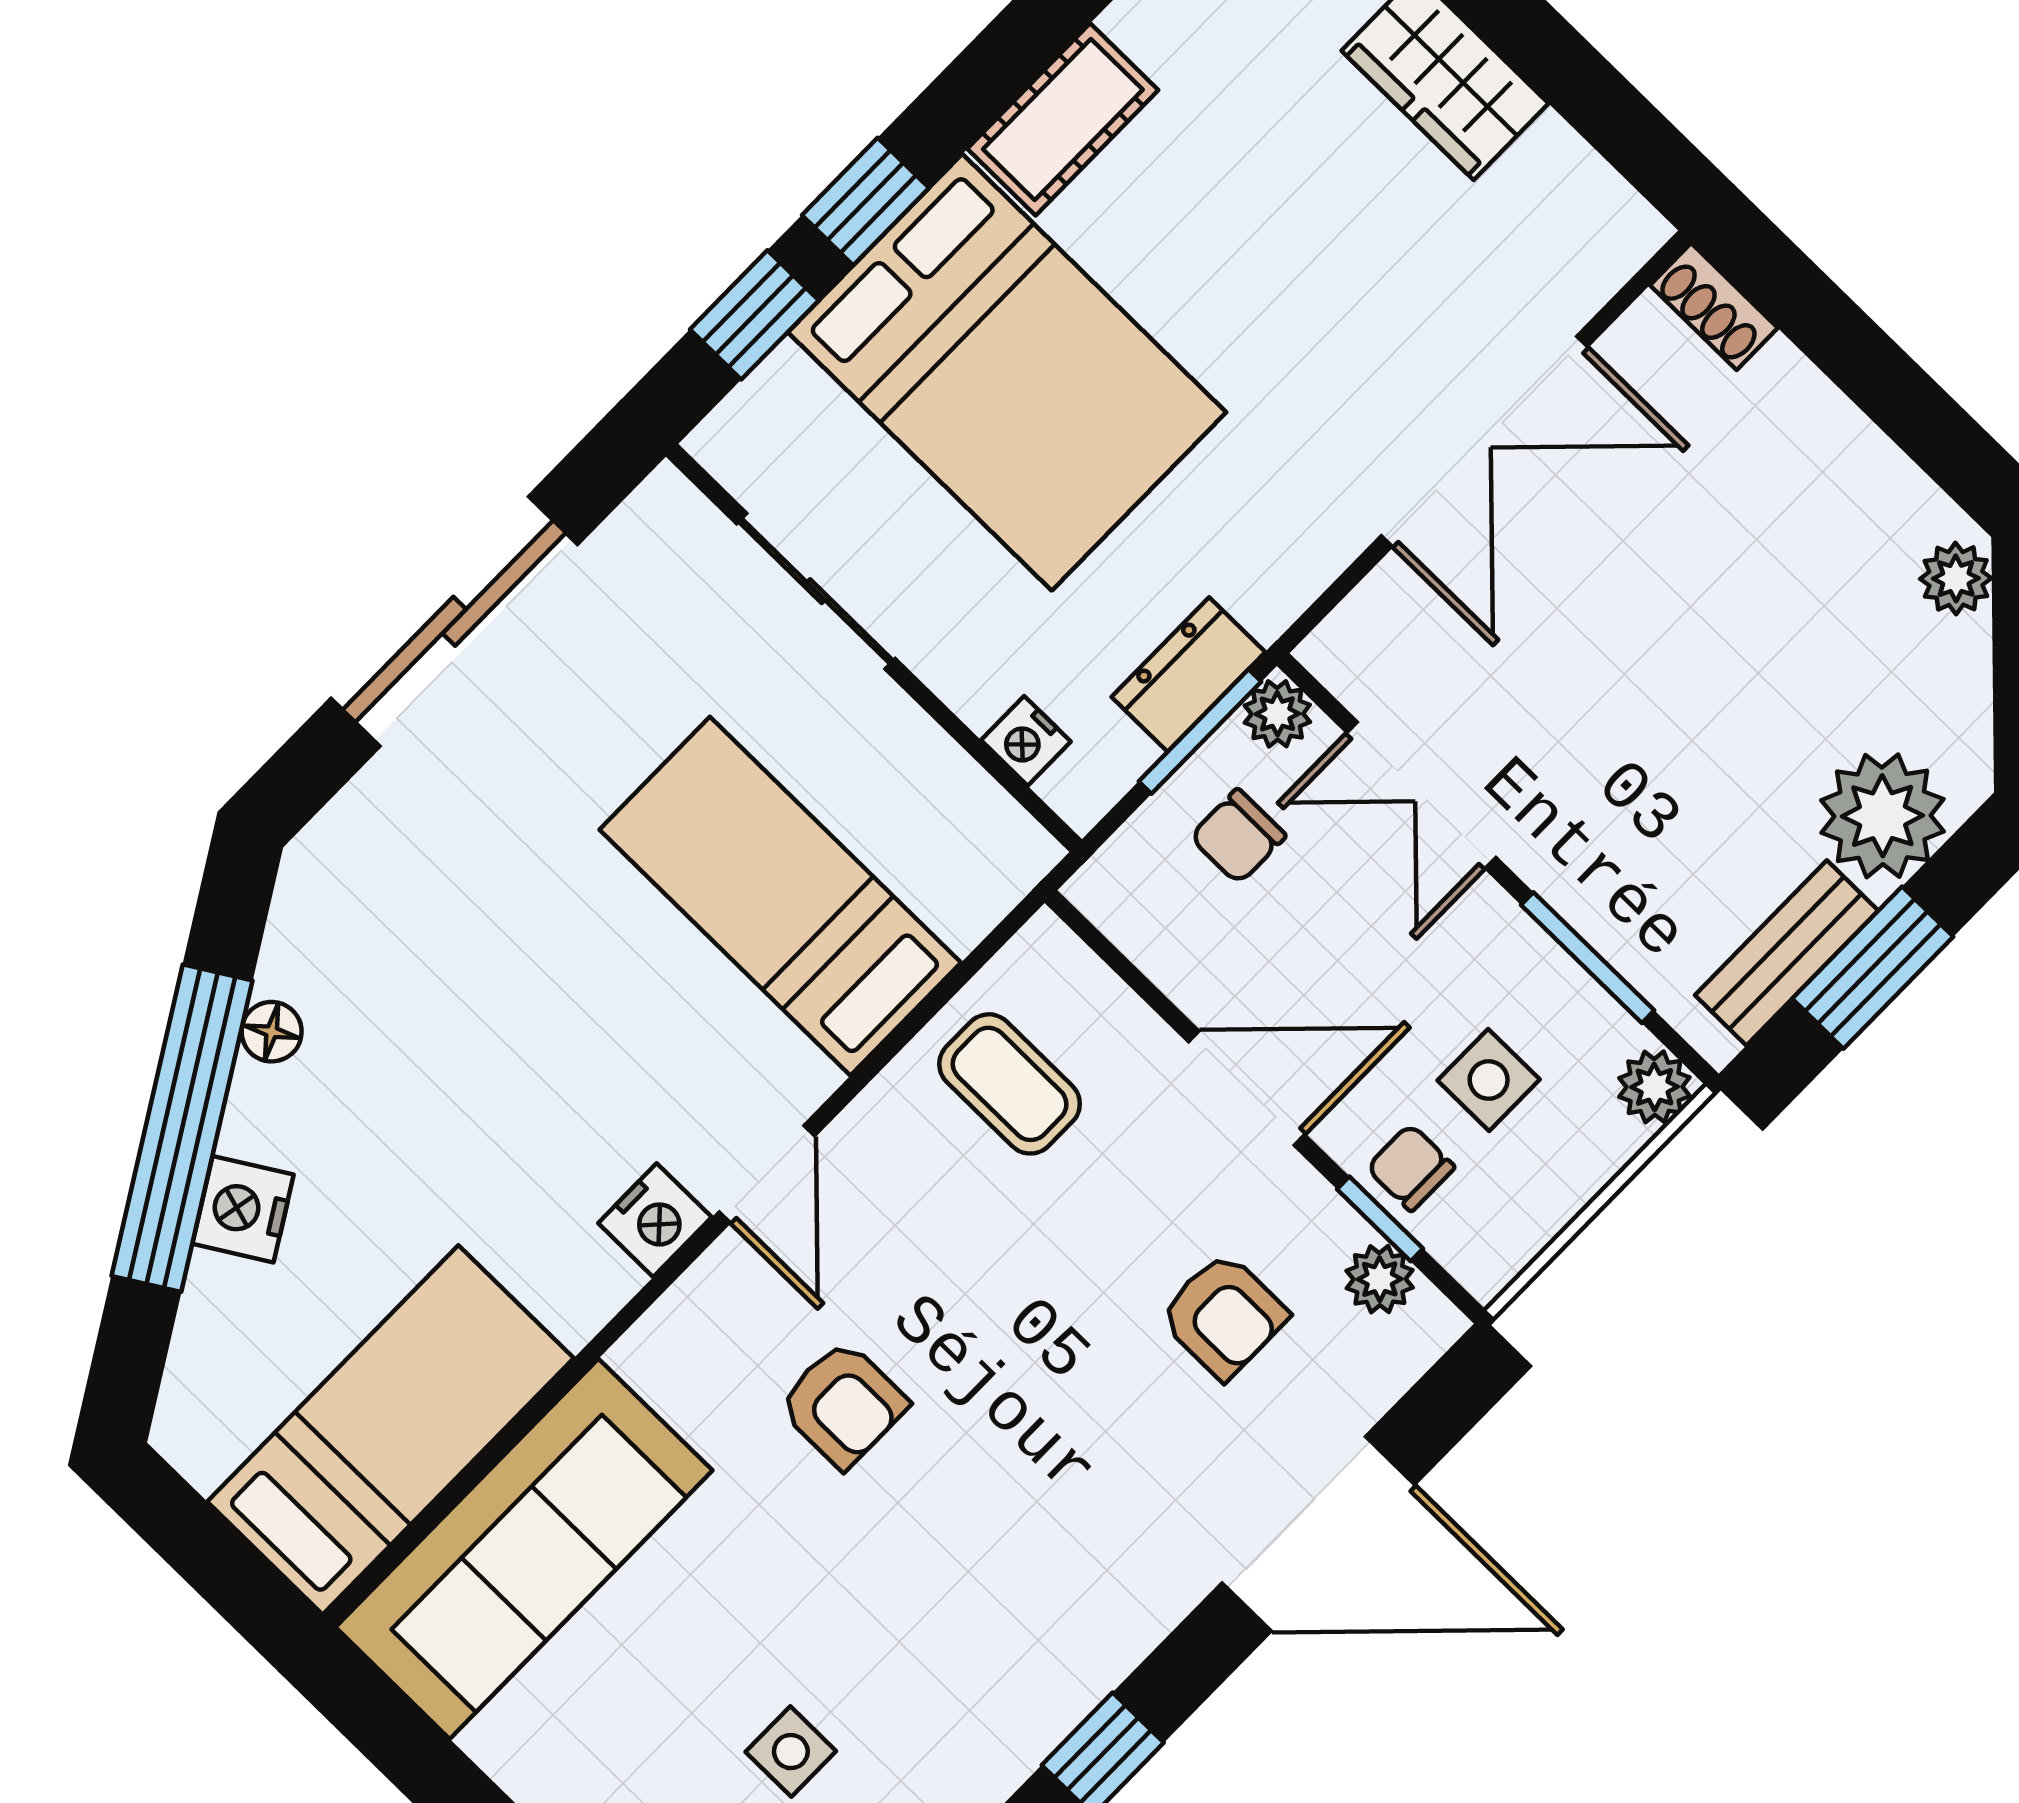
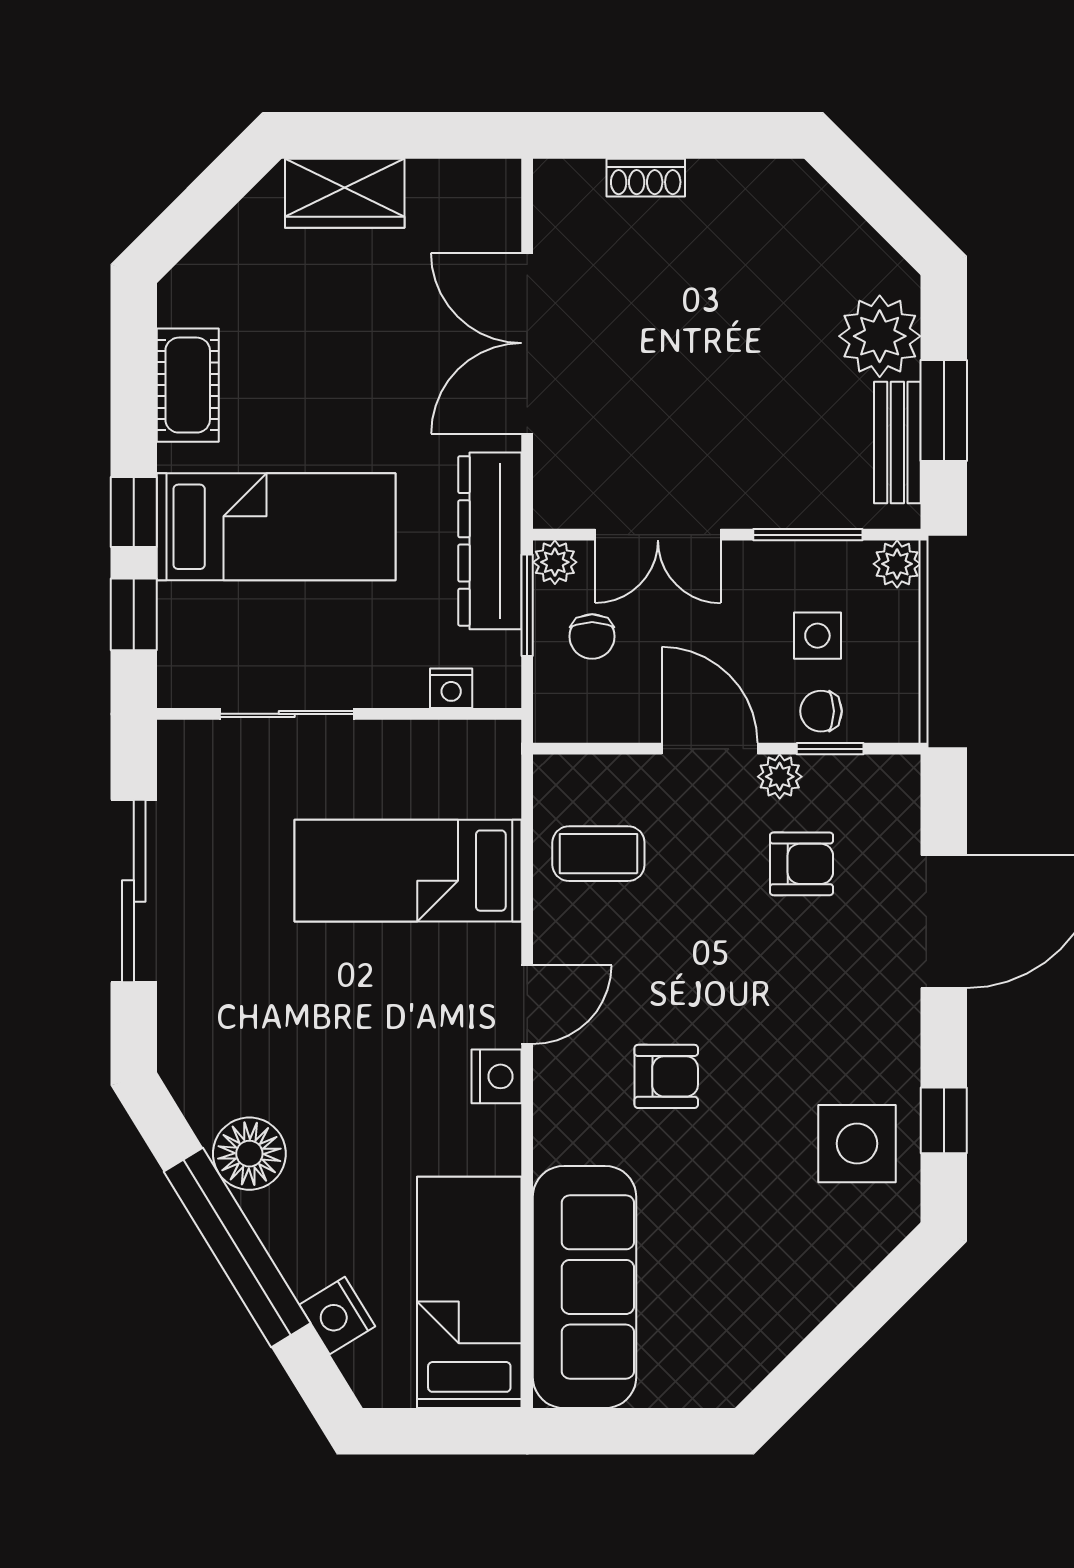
shoe rack: (1714, 307) -> (646, 178), moved
bed: (1007, 372) -> (276, 527), width x0.67
double door: (1484, 441) -> (527, 343), swing flipped
plant: (1956, 578) -> (806, 194), removed
dresser: (1188, 675) -> (490, 541), width x1.96, depth x1.24
floor lamp: (272, 1032) -> (249, 1154), width x1.89, depth x1.89
door: (1247, 1088) -> (710, 749), hinge flipped
door: (767, 1174) -> (527, 1005), hinge flipped
nightstand: (243, 1209) -> (337, 1315), moved
plant: (1380, 1279) -> (780, 777), moved
side table: (791, 1752) -> (857, 1144), moved, width x1.87, depth x1.87

